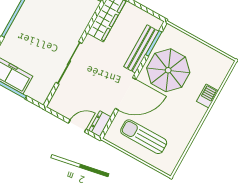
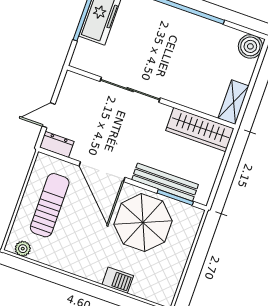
door: (77, 126) -> (49, 115), swing flipped
plant: (172, 162) -> (23, 249), added

